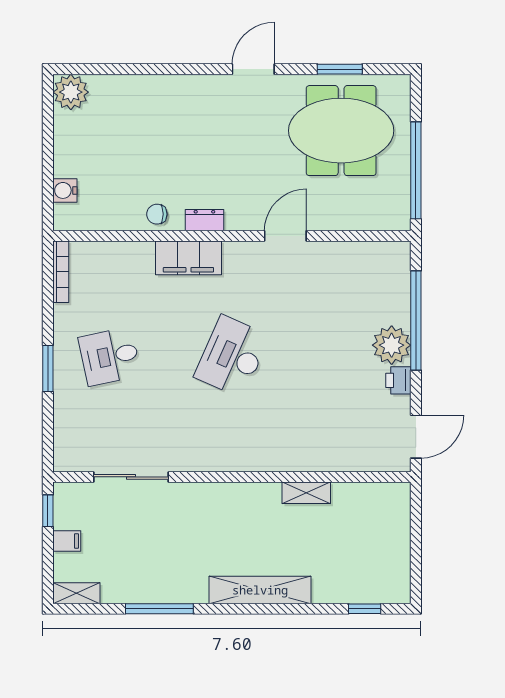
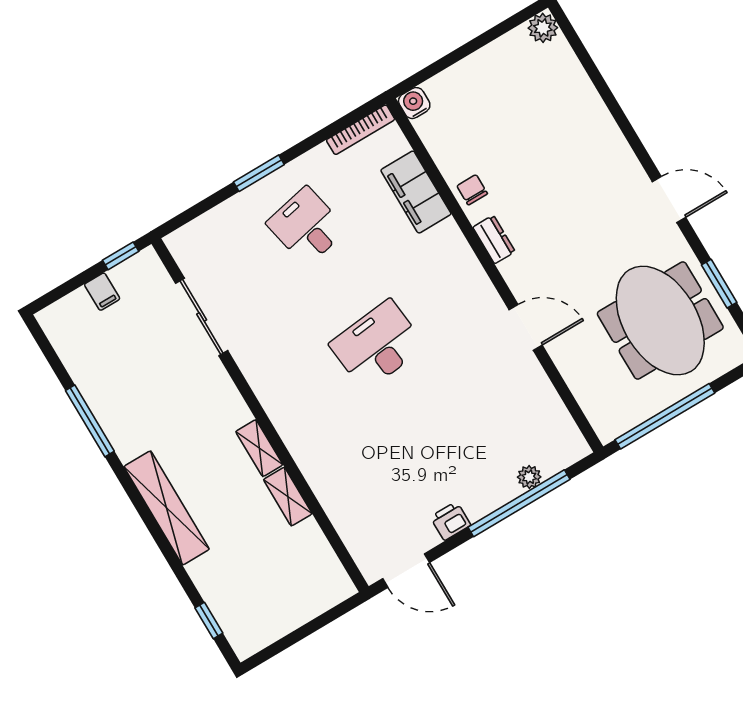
plant: (71, 92) -> (543, 28), width x0.73, depth x0.73
water cooler: (65, 190) -> (414, 103), moved
filing cabinet: (188, 258) -> (416, 192), moved
plant: (392, 345) -> (529, 477), moved, width x0.53, depth x0.53
desk: (232, 356) -> (377, 345), turned -30
shelving: (76, 593) -> (259, 448), moved

